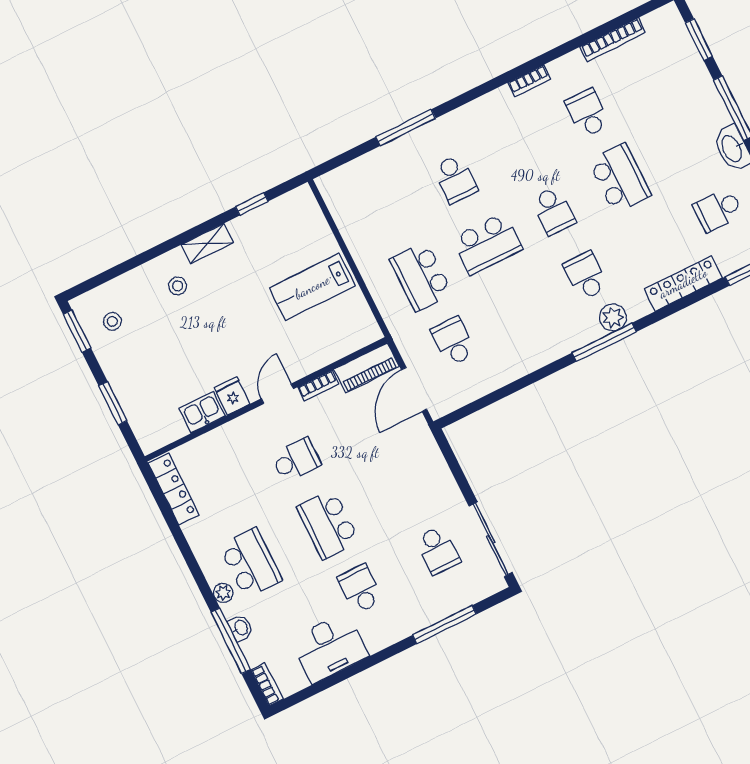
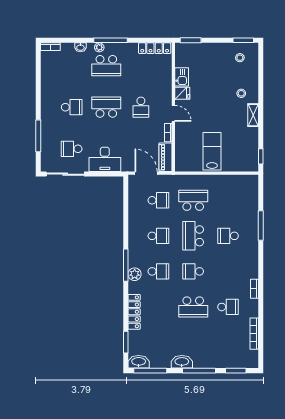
window: (252, 204) -> (261, 156), moved
school desk: (718, 210) -> (158, 236), moved, turned 90
window: (113, 403) -> (191, 40), moved
window: (231, 641) -> (110, 40), moved
desk: (329, 648) -> (105, 159), moved, turned -90

